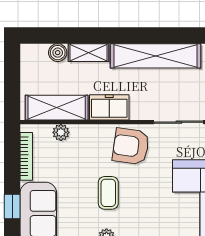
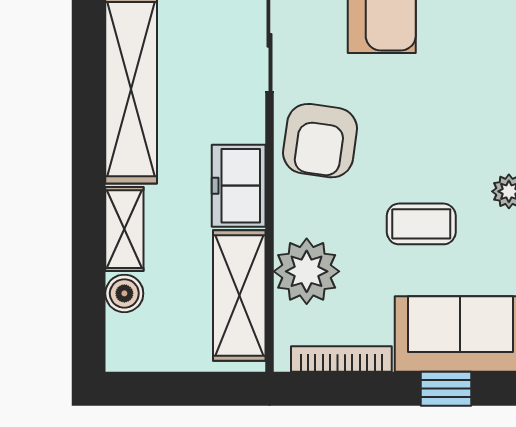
plant: (61, 132) -> (307, 271), width x1.88, depth x1.88
coffee table: (108, 193) -> (421, 224), moved

